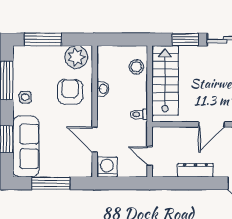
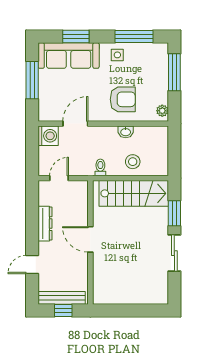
plant: (76, 57) -> (162, 111), width x0.53, depth x0.53
stool: (136, 67) -> (133, 162), moved

